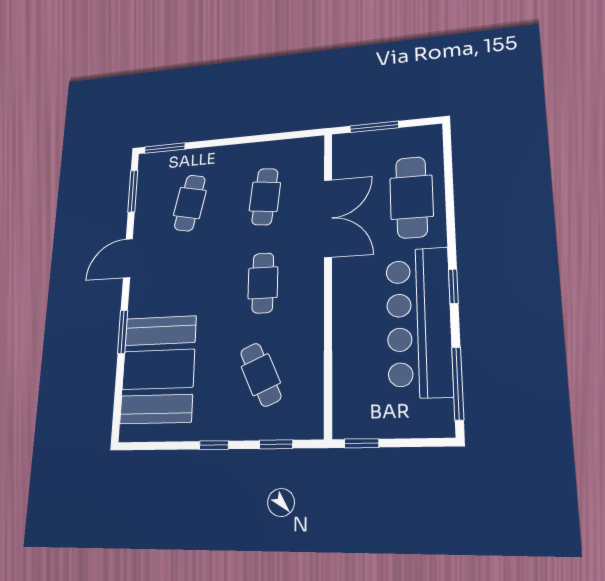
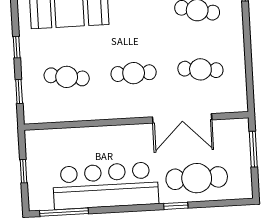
window: (453, 286) -> (176, 206), moved
cafe table: (261, 375) -> (67, 77), turned 33
window: (362, 443) -> (24, 171), moved

